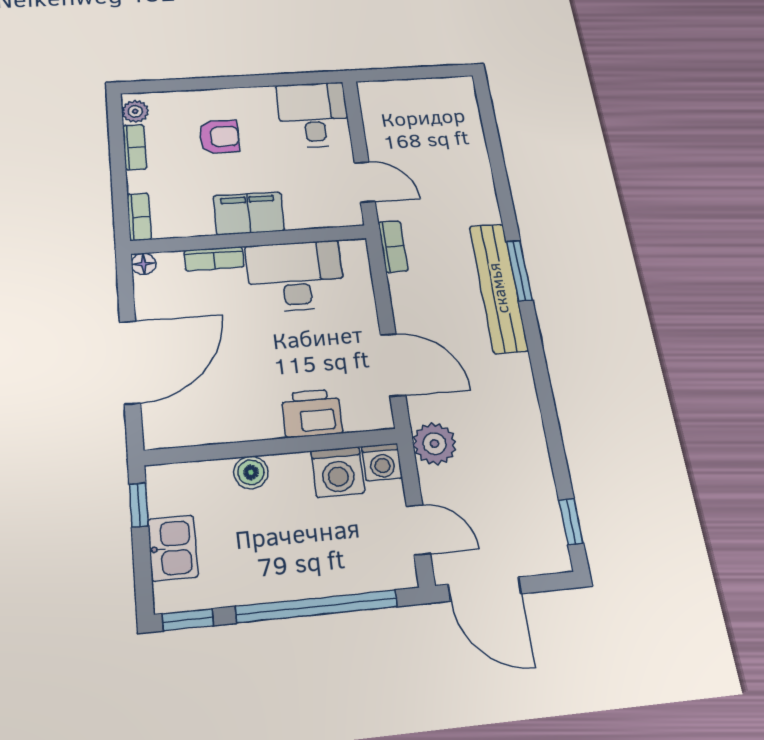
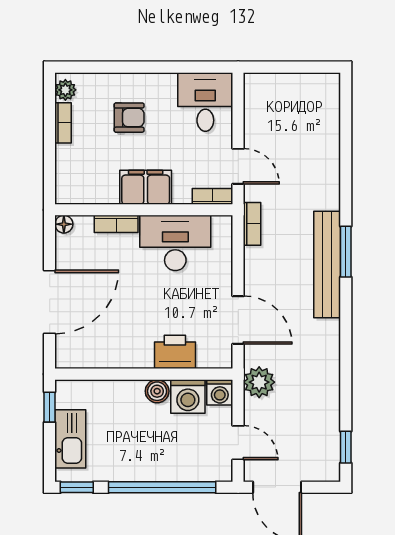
bookcase: (139, 217) -> (213, 196), moved, turned -90
boiler: (251, 472) -> (157, 391), moved
kitchen sink: (173, 548) -> (70, 439), width x1.38

